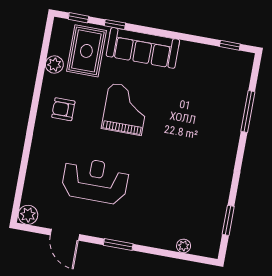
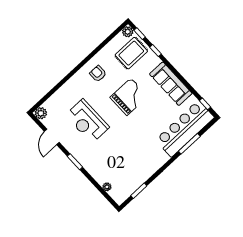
sofa: (143, 48) -> (171, 84), moved
plant: (54, 64) -> (128, 32), moved
bar counter: (228, 97) -> (185, 129), added
reception desk: (95, 181) -> (87, 121), turned 180

